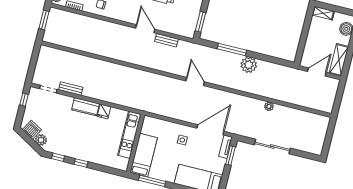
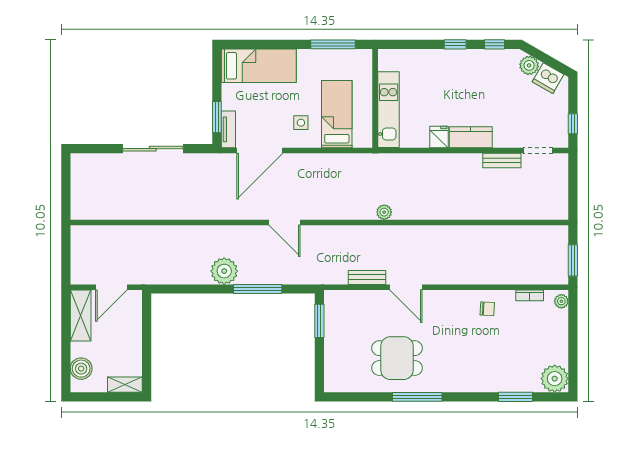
door: (195, 81) -> (284, 222), moved
plant: (269, 106) -> (384, 212), moved
bed: (144, 155) -> (337, 114), moved, turned 180

